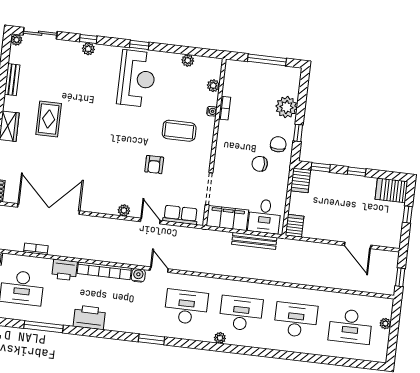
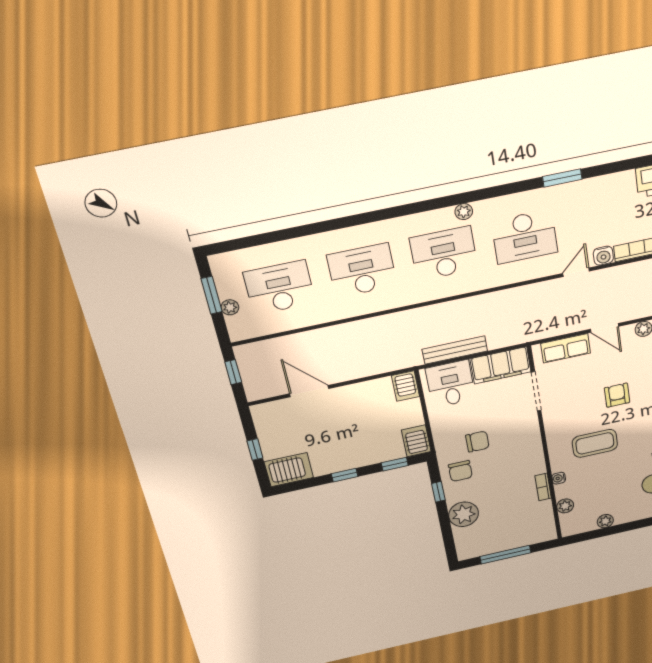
door: (159, 270) -> (576, 272), swing flipped
desk: (241, 313) -> (444, 253), turned 180
desk: (296, 320) -> (362, 270), turned 180
window: (393, 336) -> (212, 295), added

